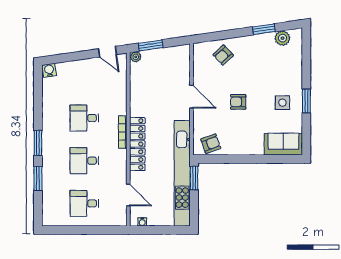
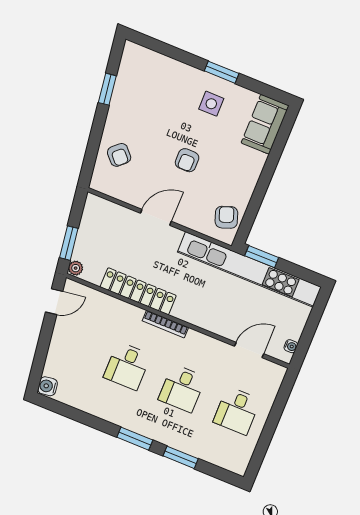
plant: (282, 38) -> (128, 70), removed
locker: (137, 144) -> (138, 291), moved

